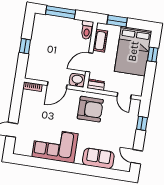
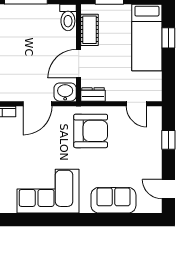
bed: (133, 51) -> (147, 38), width x0.67

